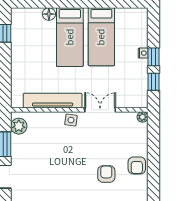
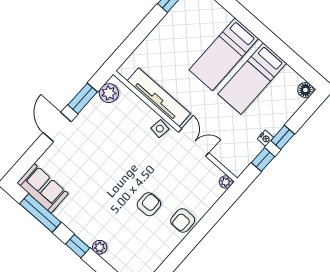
floor lamp: (49, 14) -> (305, 90), moved
nightstand: (143, 53) -> (265, 138), moved

